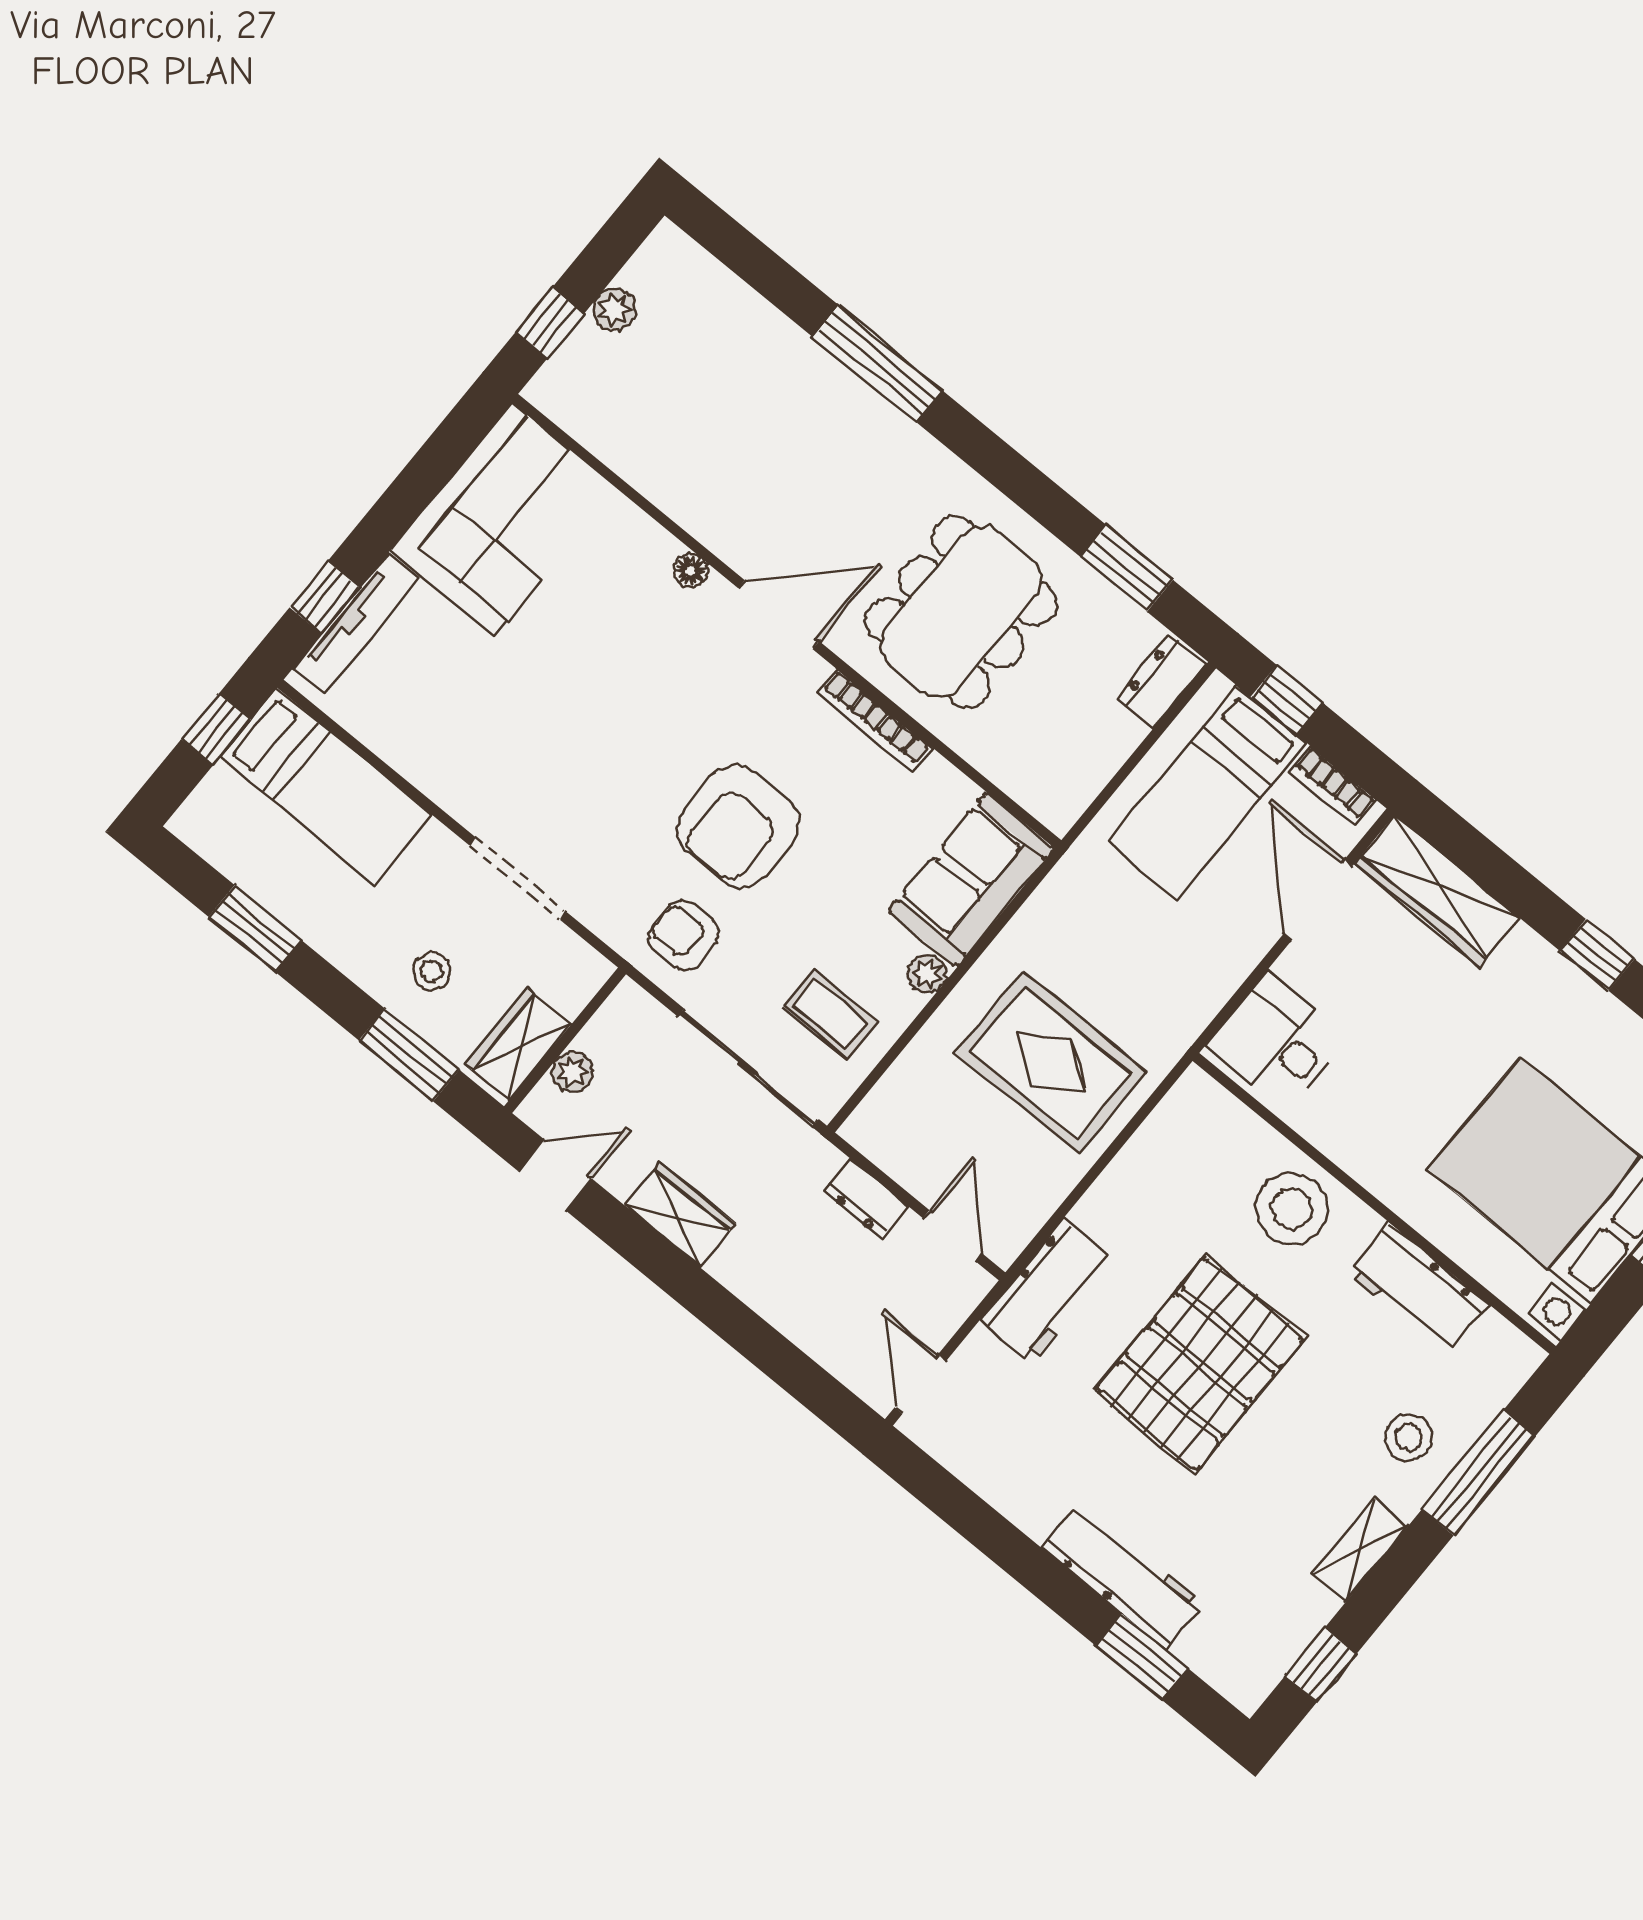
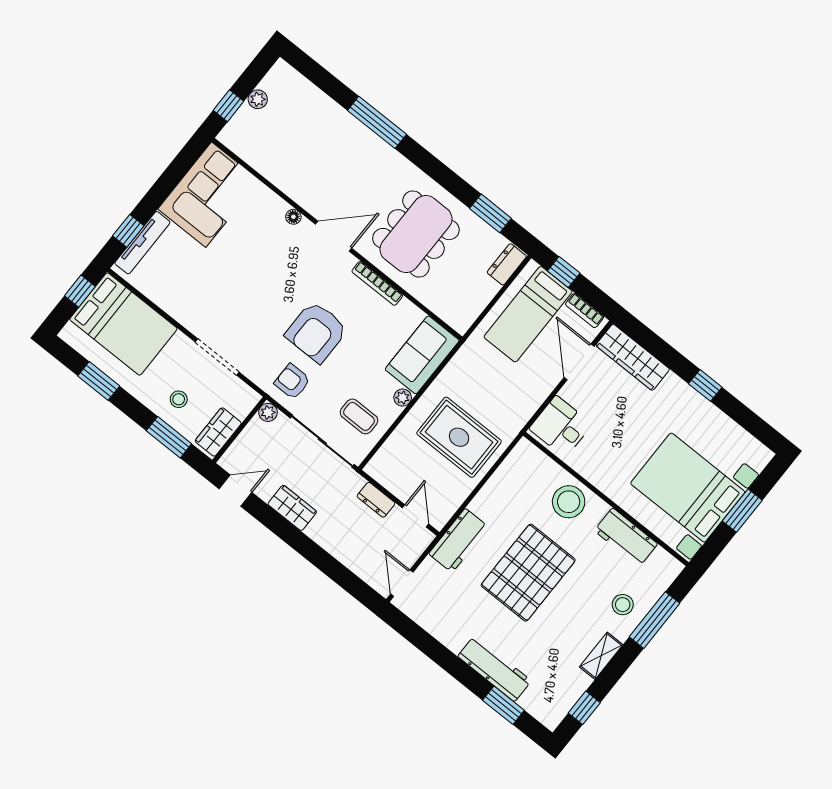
bed: (326, 786) -> (123, 324), width x1.50
plant: (572, 1072) -> (268, 412), moved

